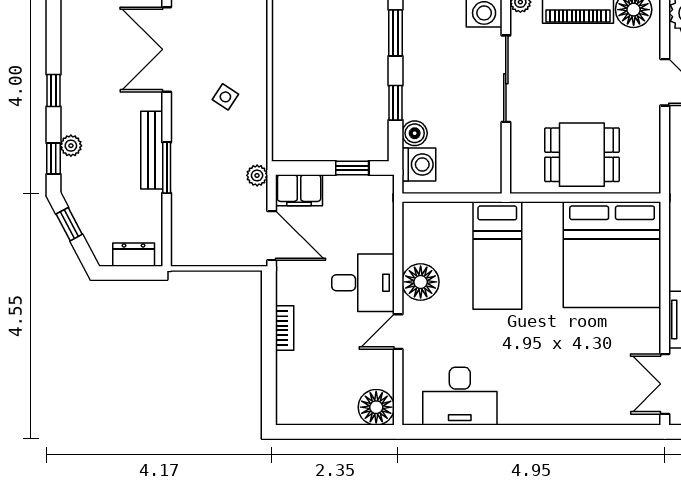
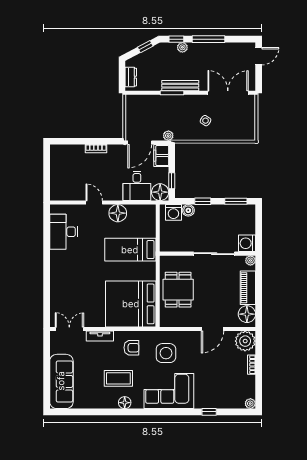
window: (54, 91) -> (209, 39), width x2.17
desk: (363, 283) -> (137, 186), moved
floor lamp: (376, 407) -> (160, 192), moved

